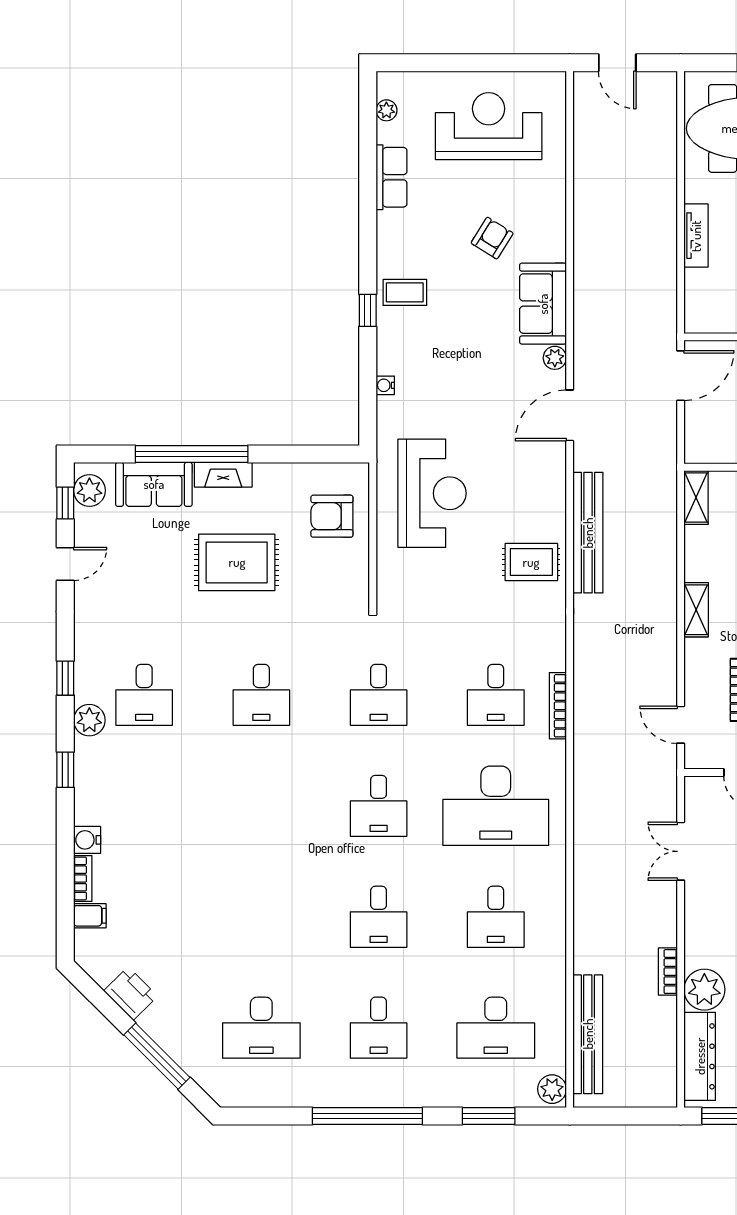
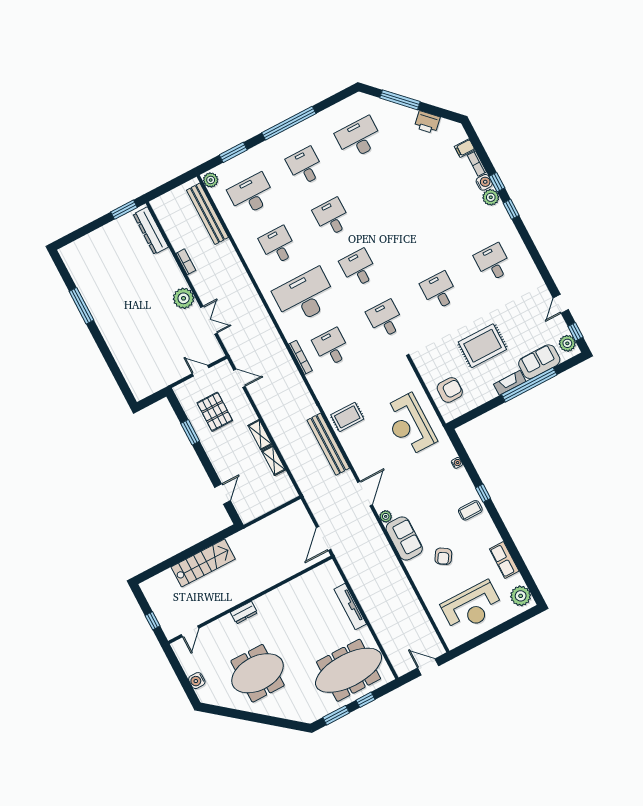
plant: (386, 110) -> (521, 596), width x1.88, depth x1.88
tv unit: (696, 236) -> (350, 607), width x1.41
shelving: (696, 497) -> (274, 460), moved
window: (65, 678) -> (497, 182), moved
plant: (89, 720) -> (491, 197), moved
plant: (704, 990) -> (184, 298), moved

